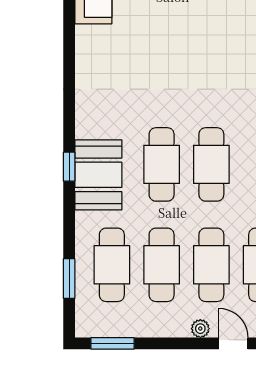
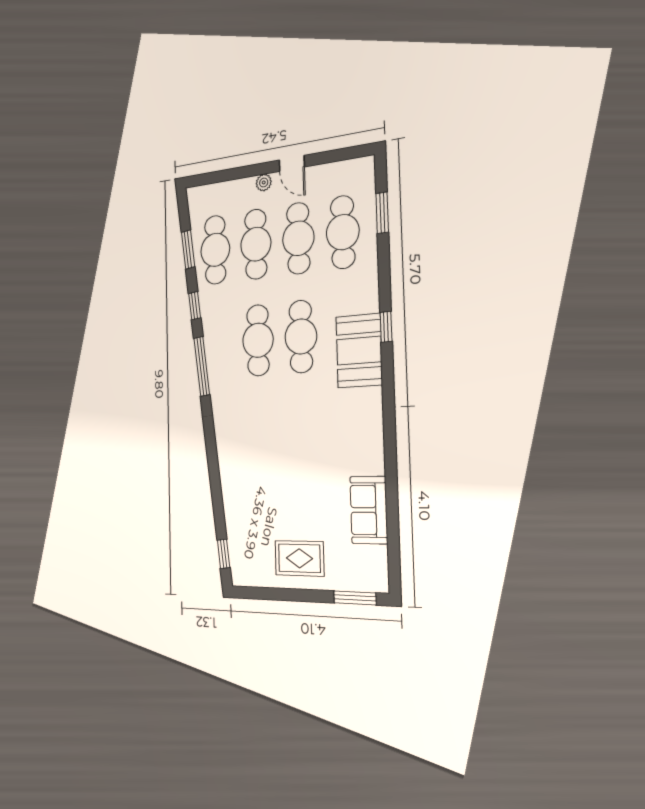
booth: (98, 175) -> (359, 351), moved
window: (113, 343) -> (340, 155), removed
door: (233, 343) -> (292, 163), moved

